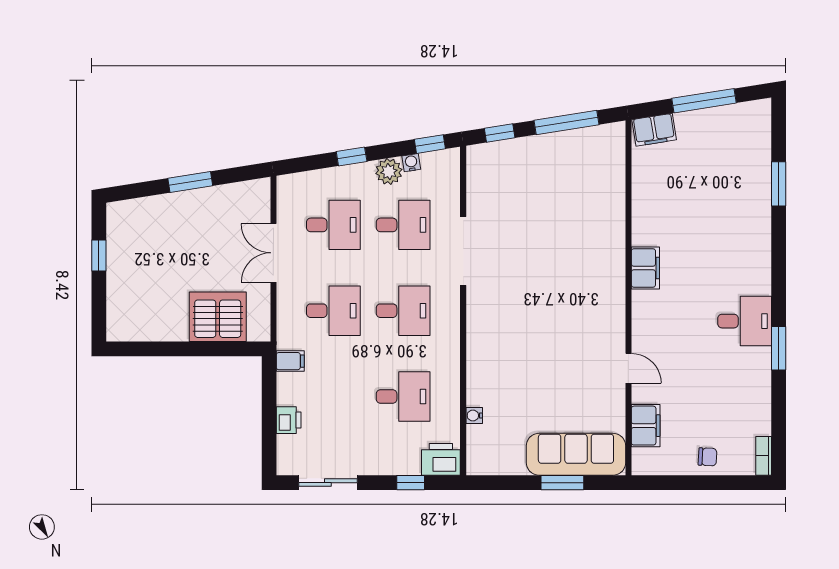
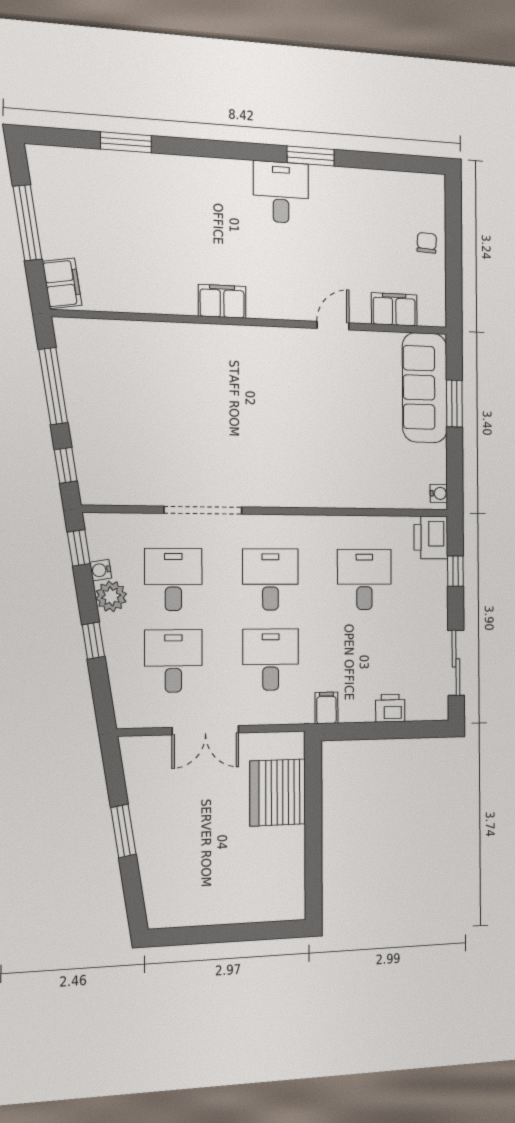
window: (99, 255) -> (209, 934), removed
water cooler: (474, 416) -> (439, 493), moved, turned -90
bookcase: (764, 456) -> (425, 181), removed

